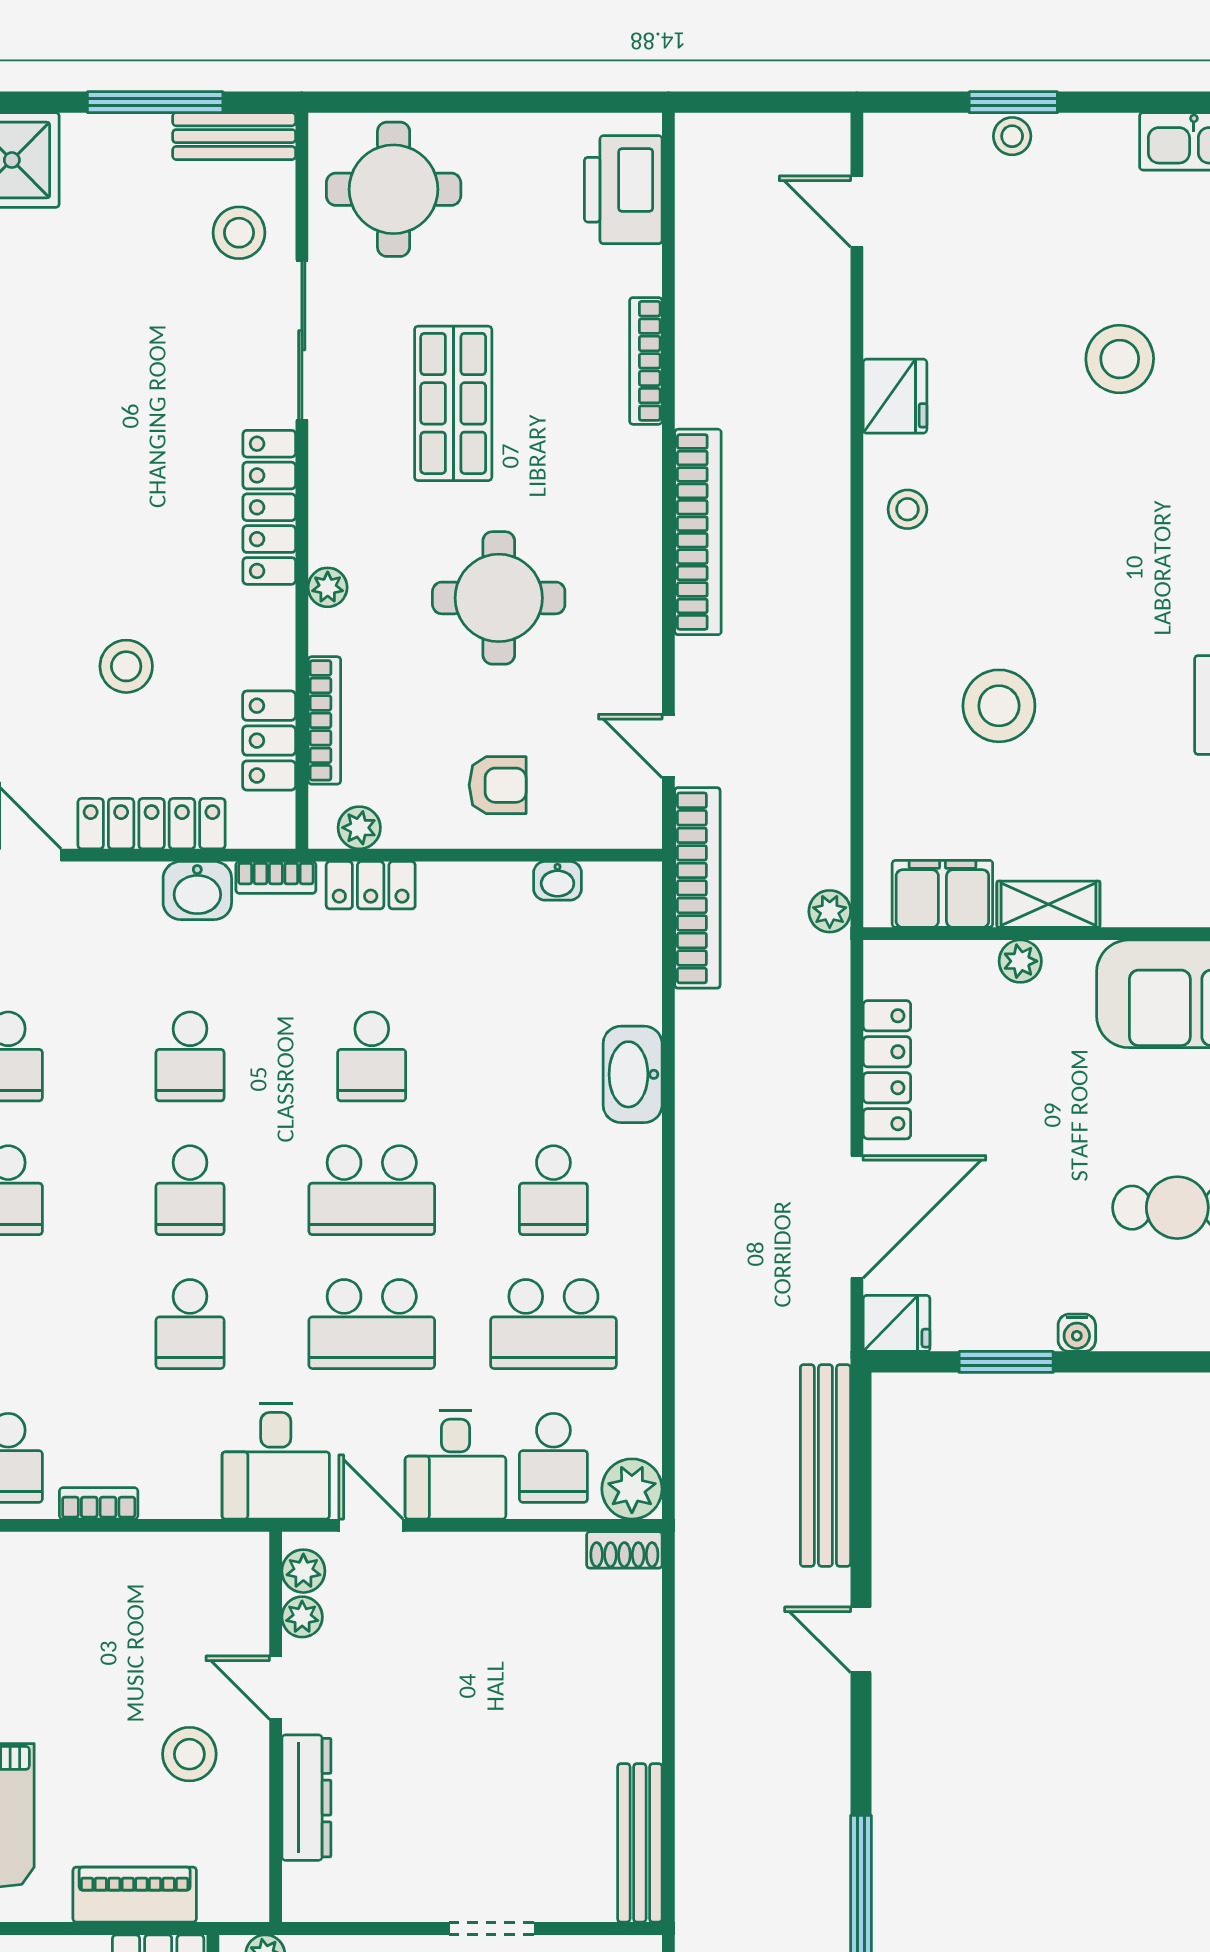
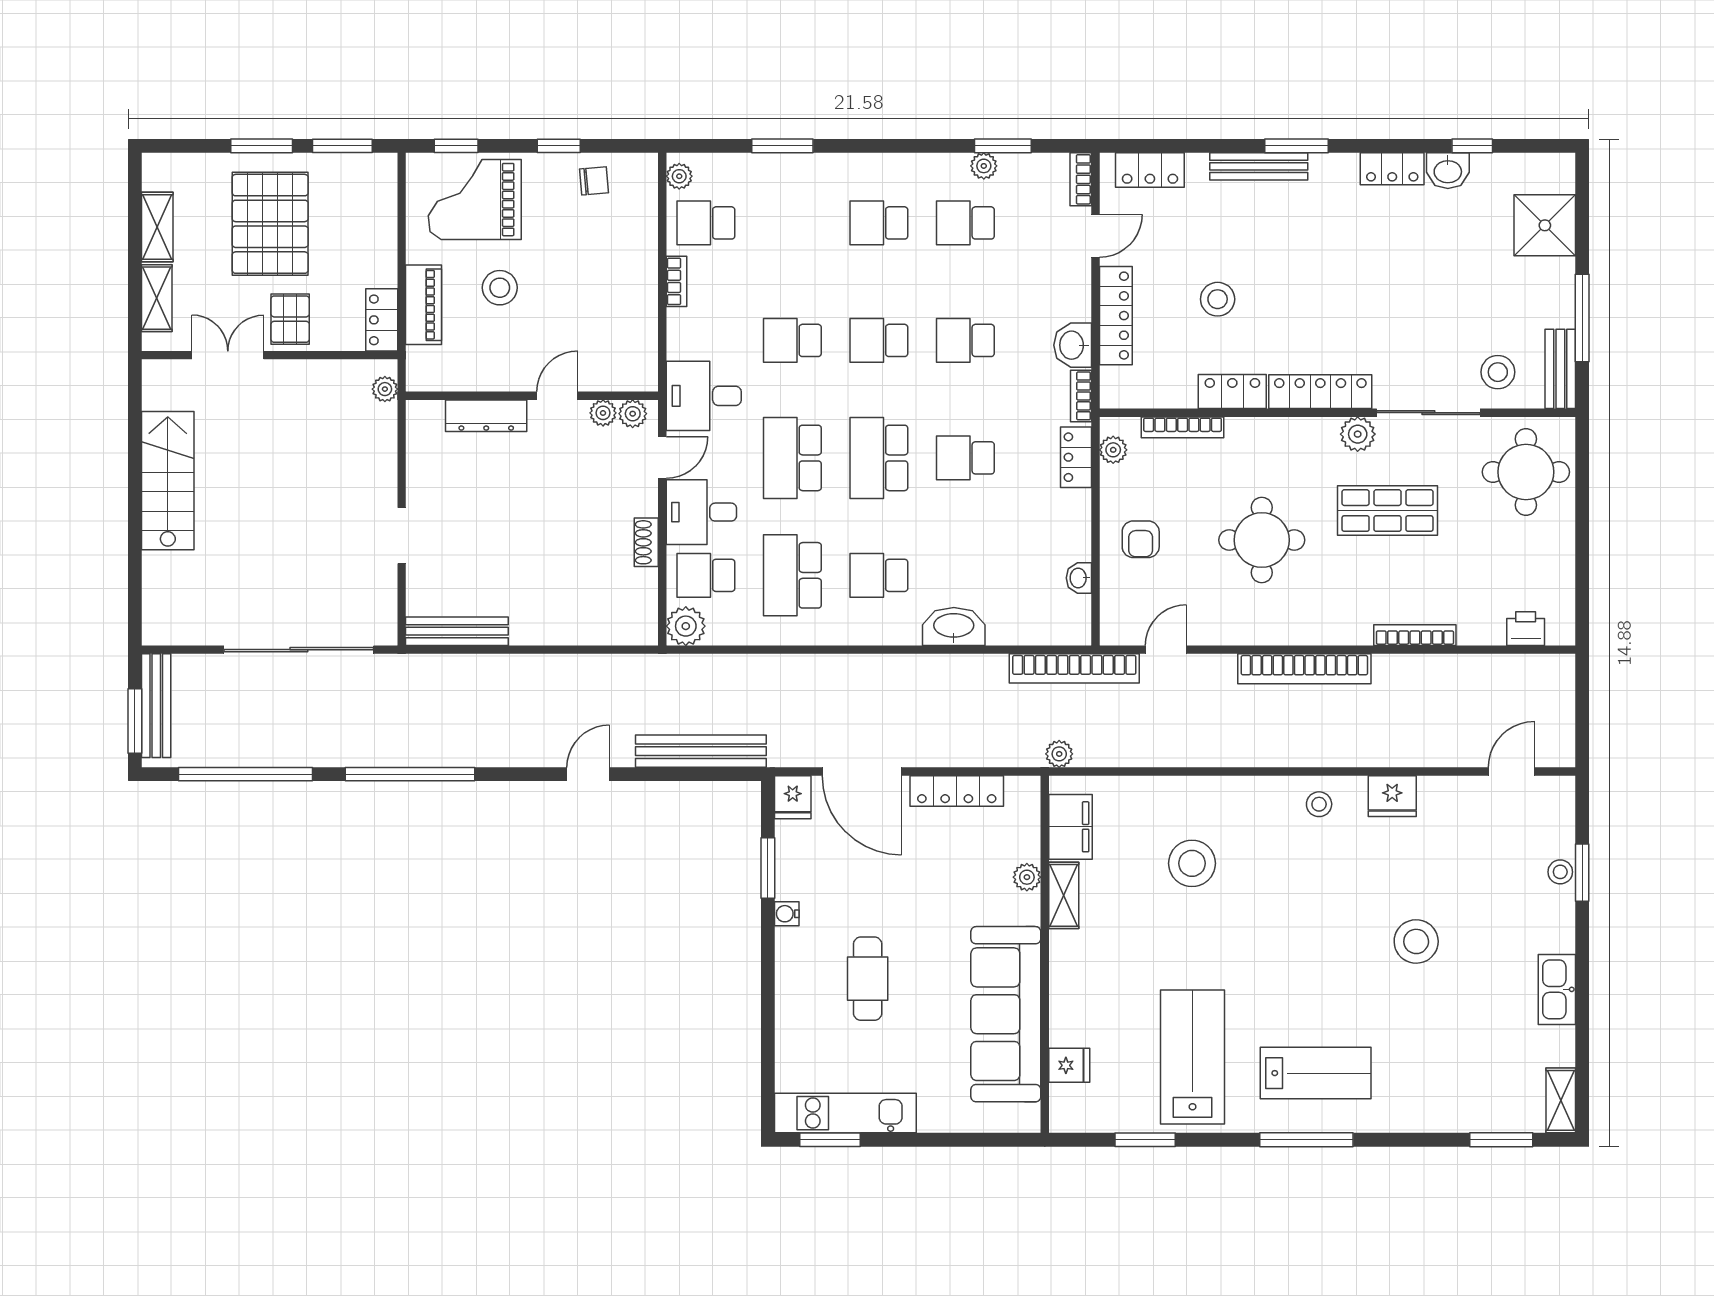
printer: (623, 190) -> (1526, 629), width x0.53, depth x0.68
plant: (328, 587) -> (1358, 434), moved, width x1.38, depth x1.38
locker: (269, 741) -> (1232, 392), moved
shoe rack: (624, 1550) -> (646, 542), moved
stool: (189, 1754) -> (500, 288), moved

